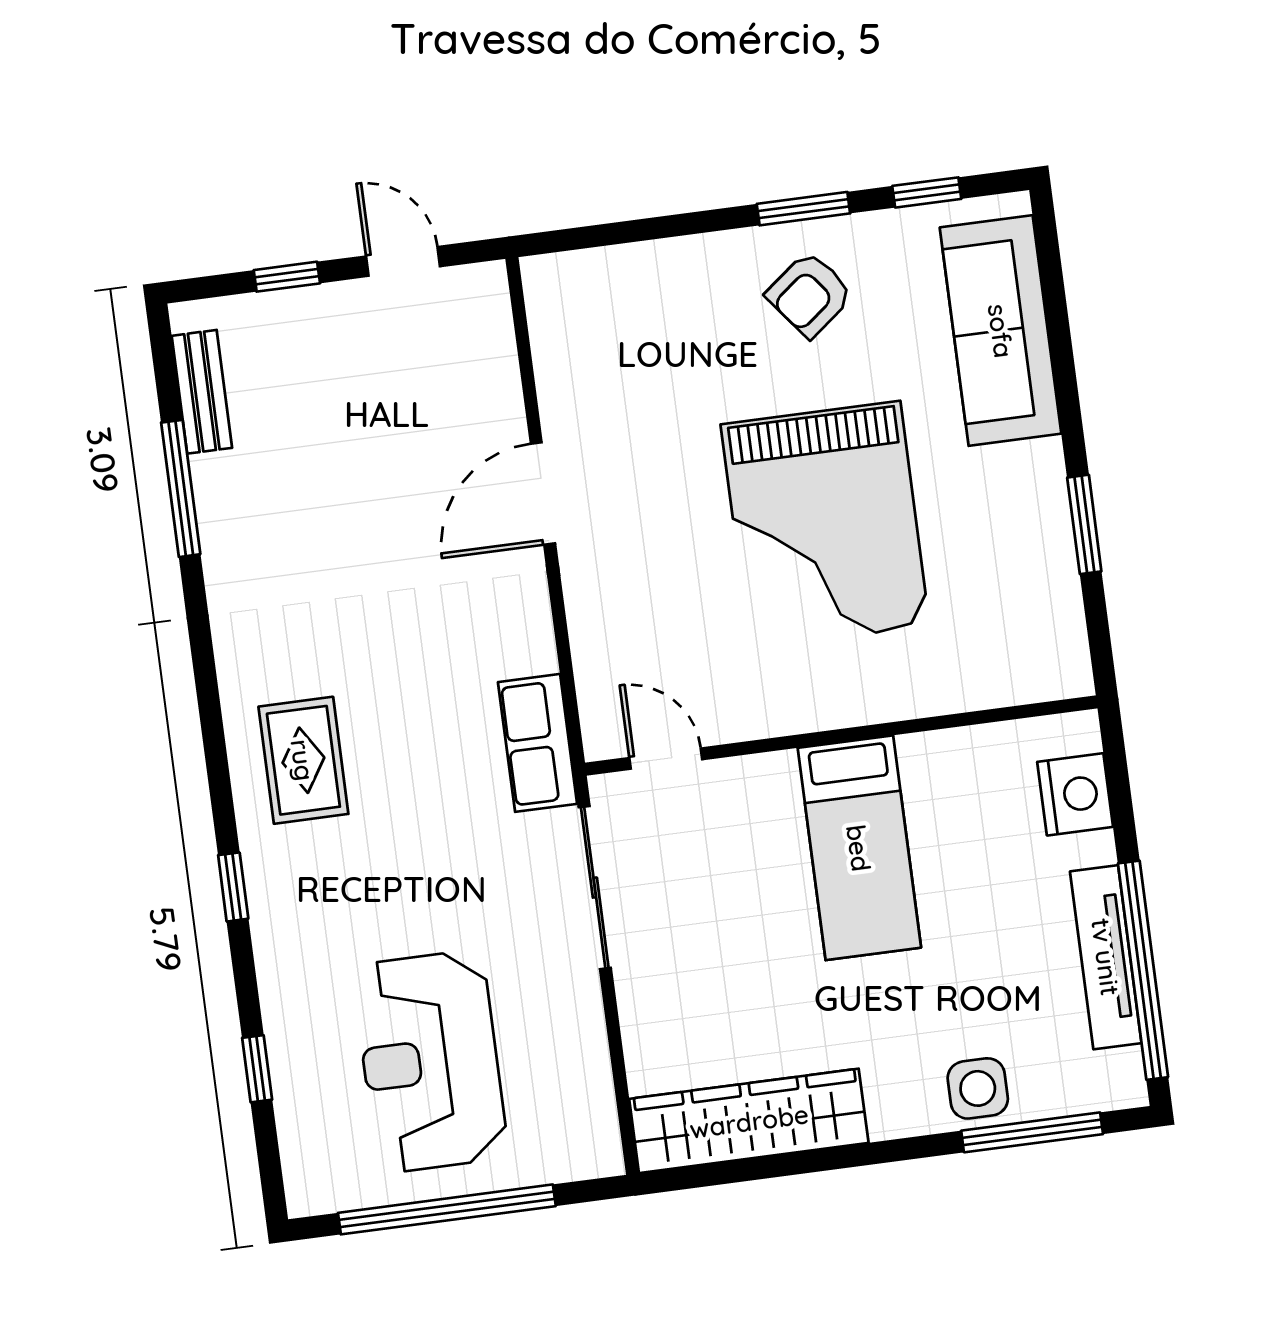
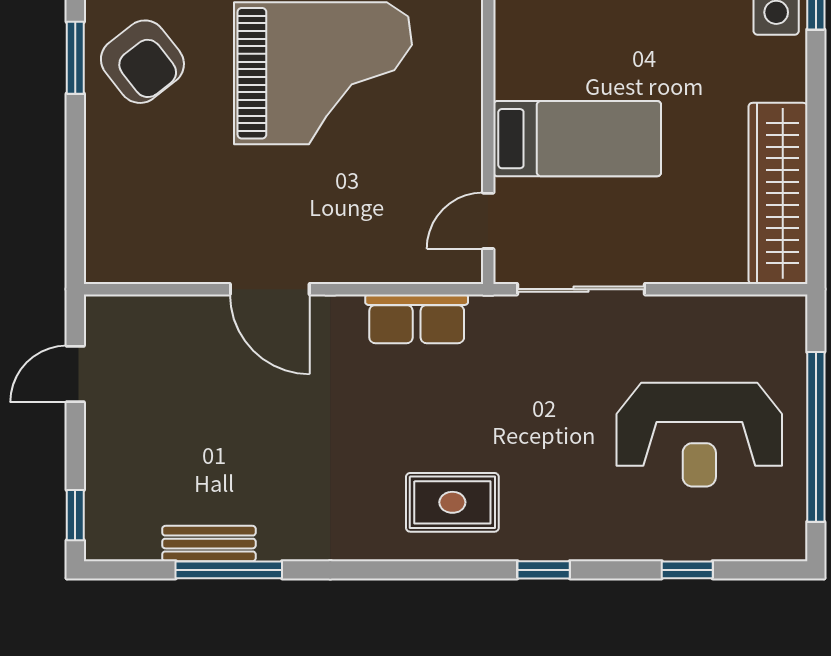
window: (287, 277) -> (75, 515), moved
armchair: (810, 294) -> (142, 62), width x1.38, depth x1.38
bench: (202, 392) -> (209, 544), moved
row of seats: (538, 743) -> (417, 319), moved
bed: (859, 848) -> (577, 139), moved

